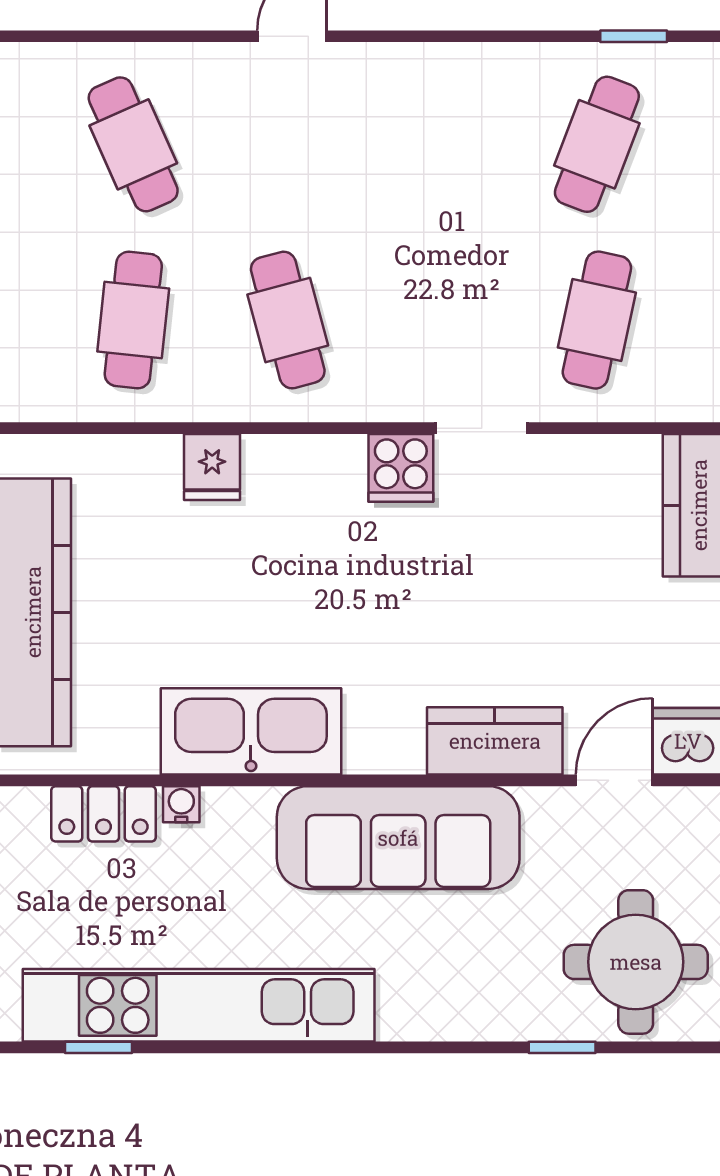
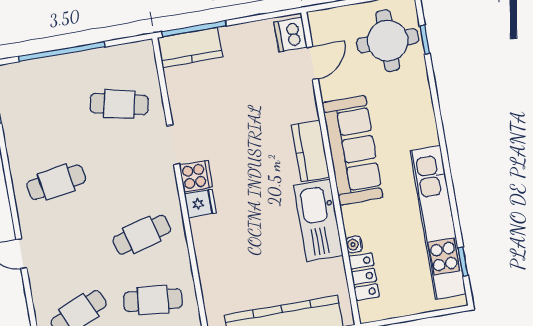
cafe table: (597, 144) -> (56, 182), moved, turned -30
fridge: (212, 467) -> (200, 204), moved
kitchen counter: (495, 741) -> (310, 151), moved
door: (614, 780) -> (312, 63), swing flipped
window: (562, 1047) -> (425, 40), moved

